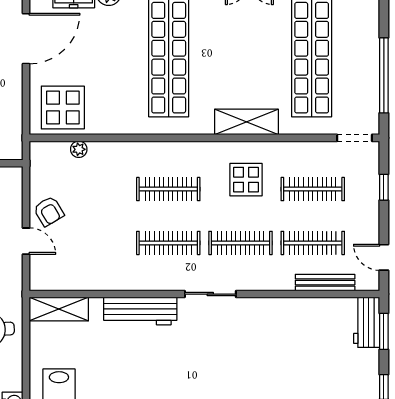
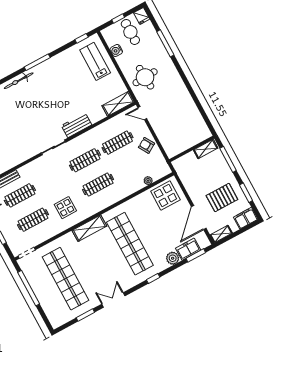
shelving: (246, 122) -> (89, 228), moved
door: (26, 241) -> (142, 113), moved
clothes rail: (241, 243) -> (117, 143), moved
workbench: (140, 311) -> (76, 125), width x0.73

